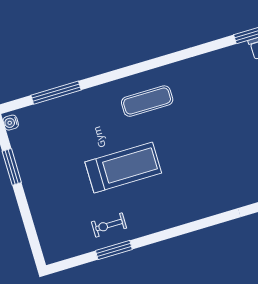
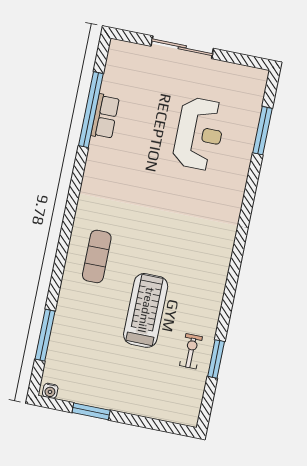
exercise bike: (109, 225) -> (191, 351), turned 180

